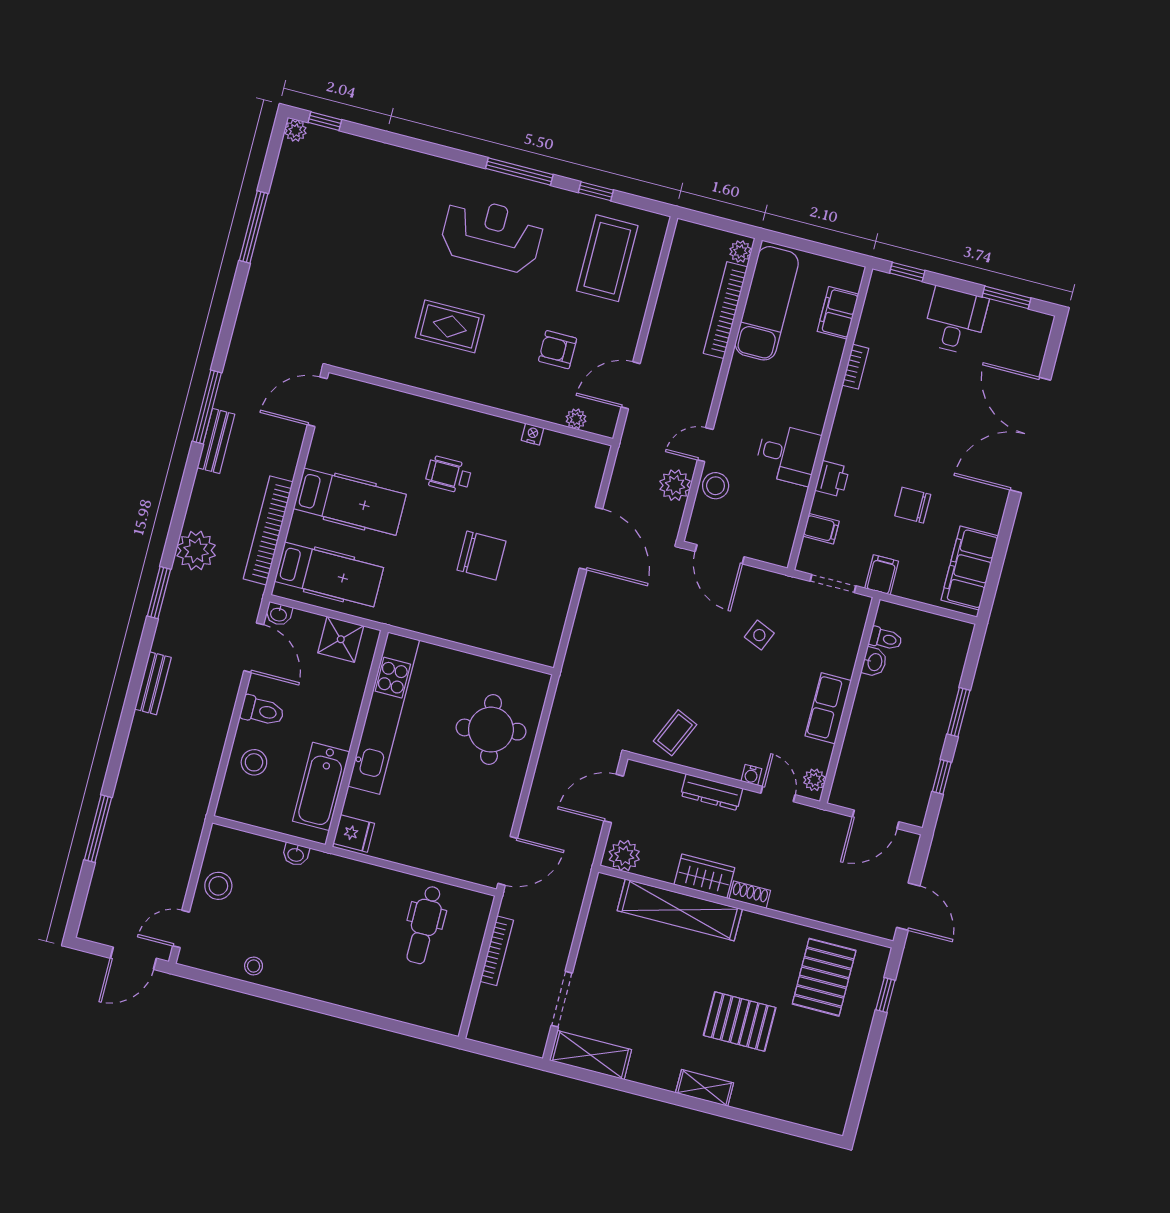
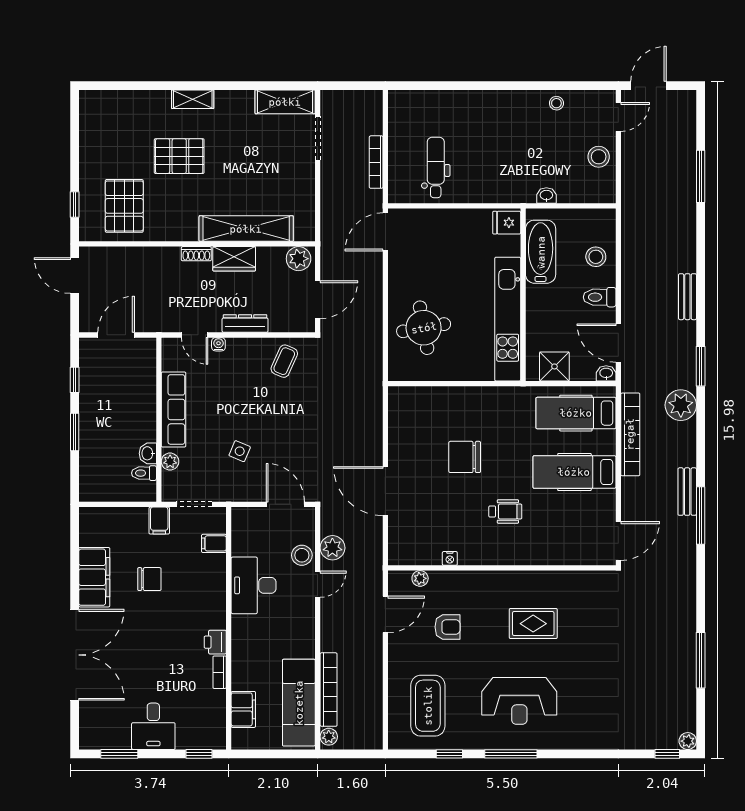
desk: (788, 454) -> (254, 585), width x1.37
printer: (832, 479) -> (215, 642), moved
filing cabinet: (970, 568) -> (94, 577), moved
row of seats: (828, 708) -> (174, 409), width x1.48
plant: (814, 780) -> (170, 462), moved

